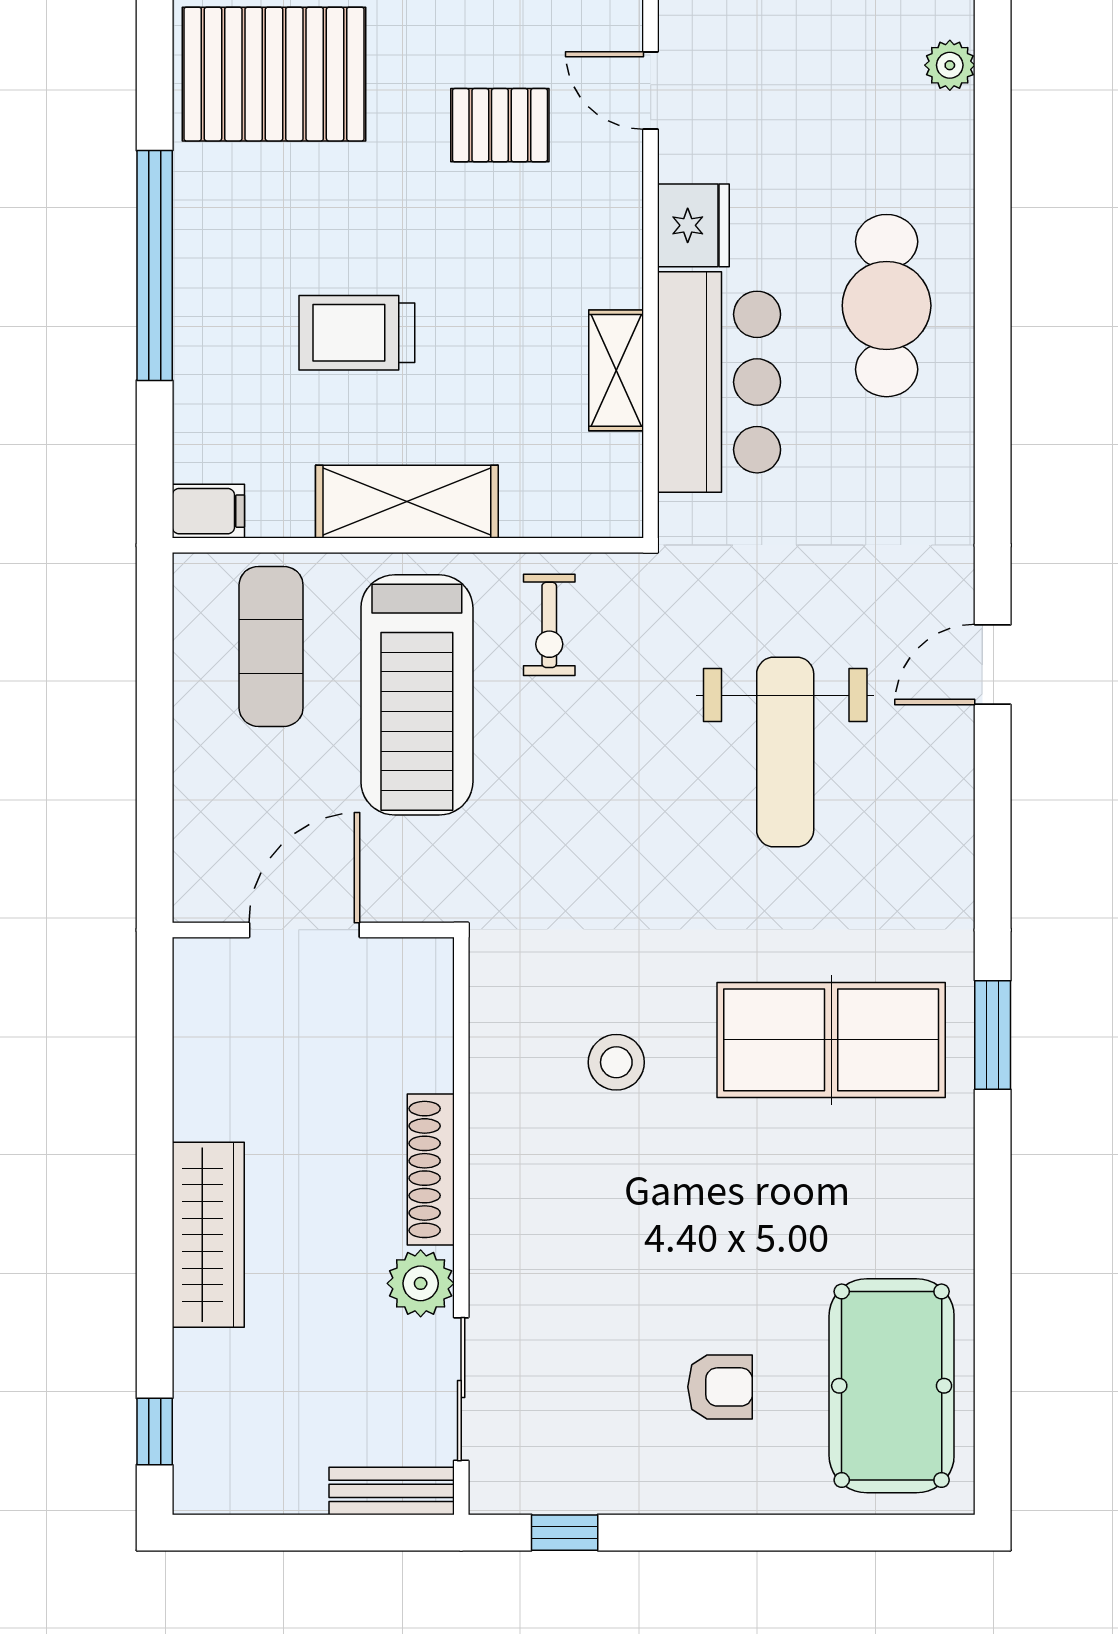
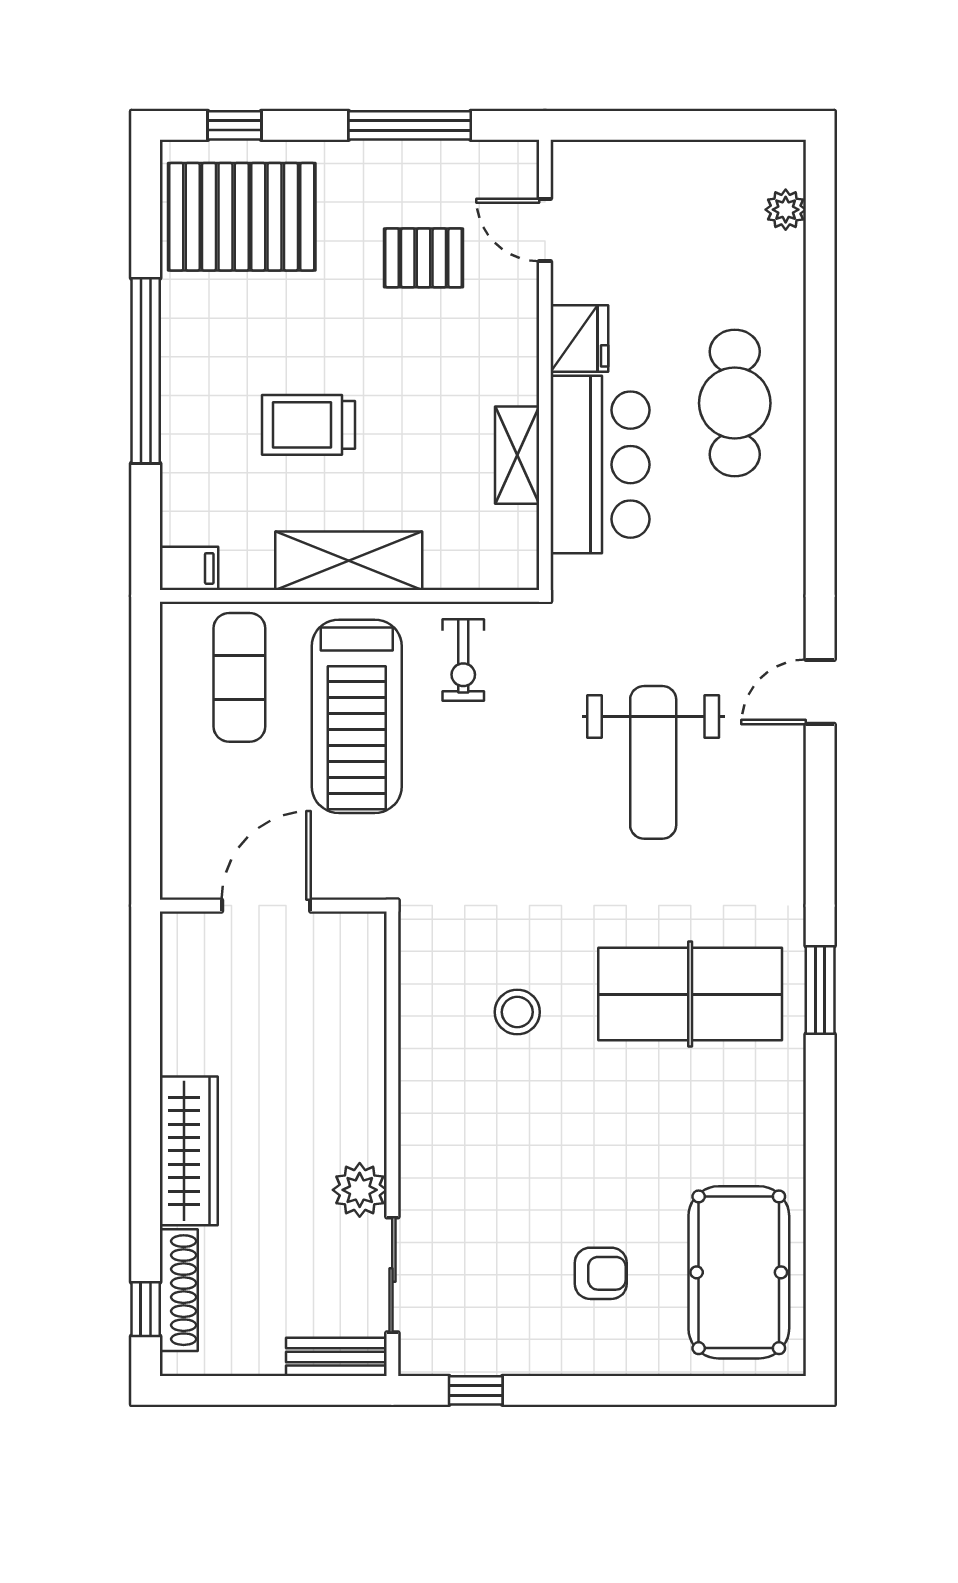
shoe rack: (431, 1169) -> (179, 1290), moved, turned 180

